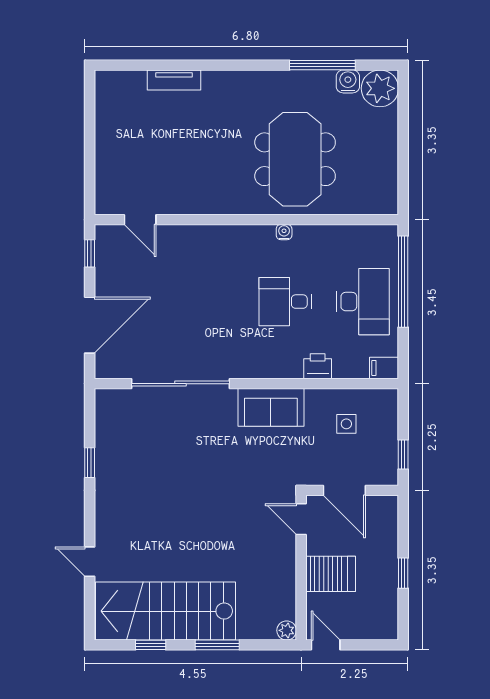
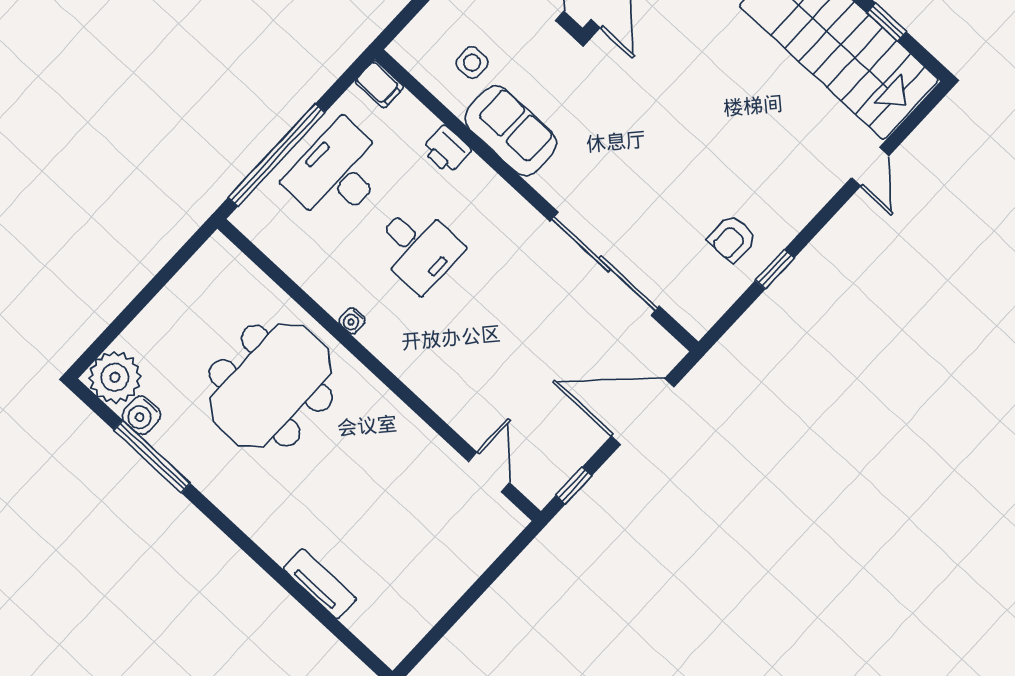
sofa: (271, 407) -> (511, 131), moved
armchair: (126, 458) -> (732, 239), added

